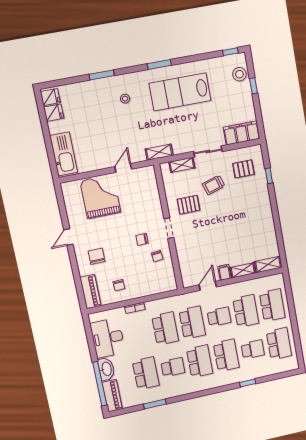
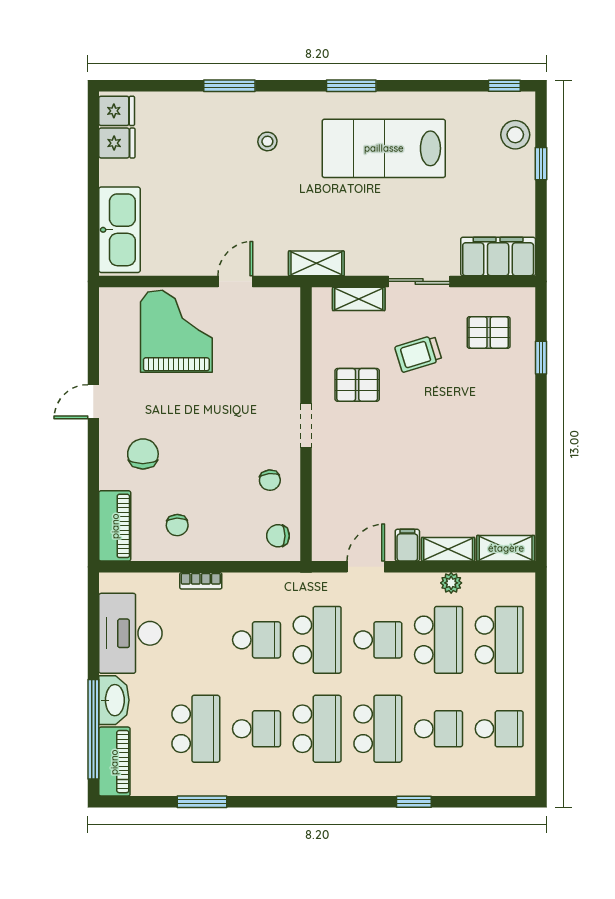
chair: (142, 239) -> (278, 536), moved
plant: (247, 285) -> (451, 583), added
school desk: (165, 328) -> (256, 640), width x0.54
school desk: (279, 344) -> (499, 729), width x0.54

